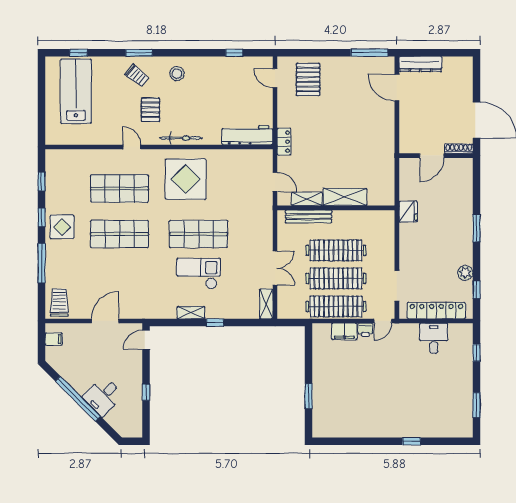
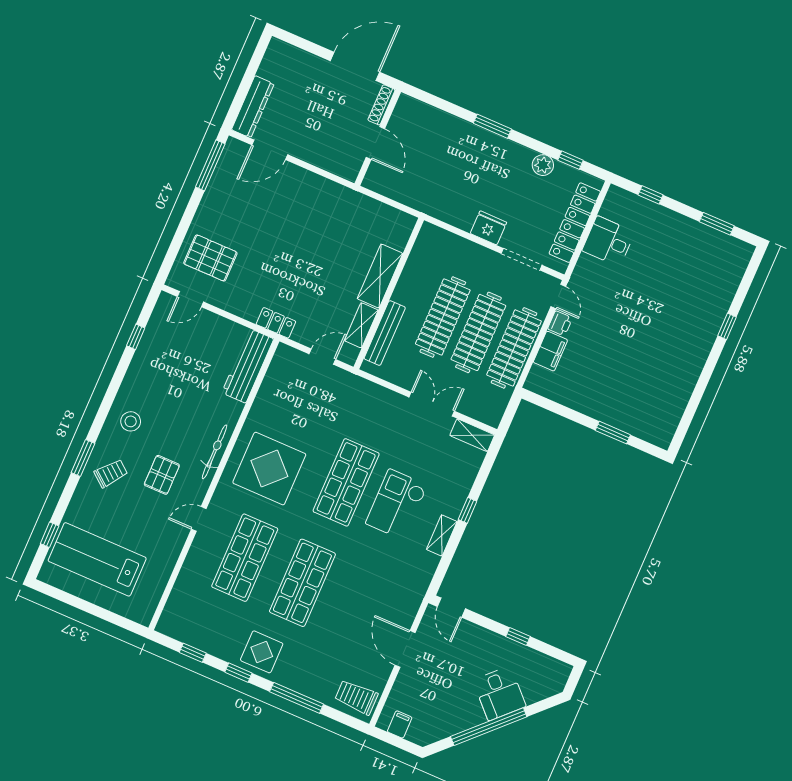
pallet: (151, 110) -> (162, 475), turned 90
fridge: (408, 212) -> (488, 228), moved

